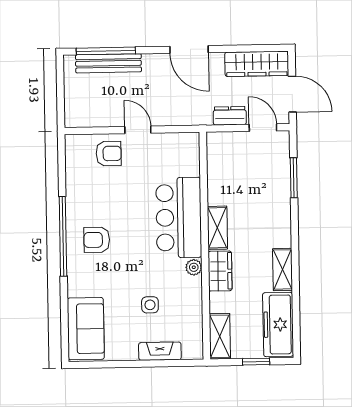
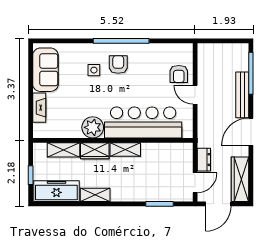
bench: (108, 63) -> (242, 95), moved
door: (138, 130) -> (195, 95), swing flipped
bar counter: (179, 218) -> (143, 122), width x1.36
plant: (194, 267) -> (93, 127), width x1.88, depth x1.88
side table: (150, 305) -> (94, 70), moved
sofa: (86, 329) -> (45, 70), moved, turned -90
shelving: (220, 336) -> (63, 150), moved

